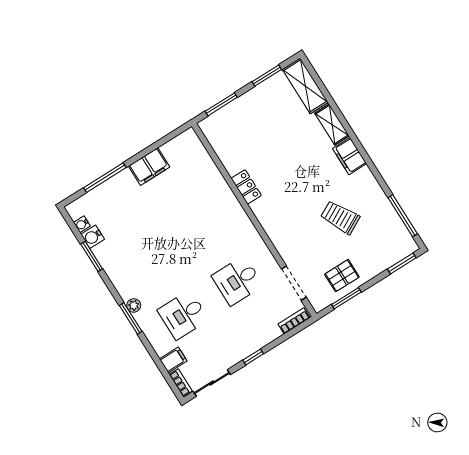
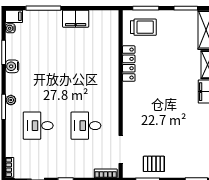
locker: (246, 187) -> (129, 64), width x1.53
trolley: (340, 217) -> (143, 27), moved, turned 118
water cooler: (93, 237) -> (12, 66), moved
filing cabinet: (173, 360) -> (14, 16), moved

